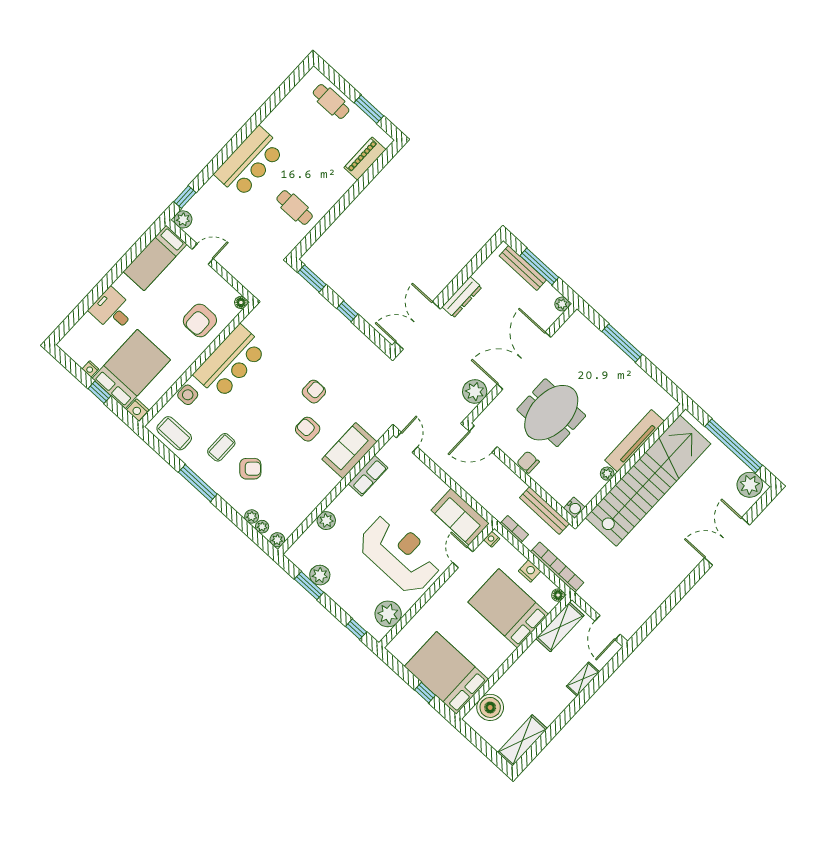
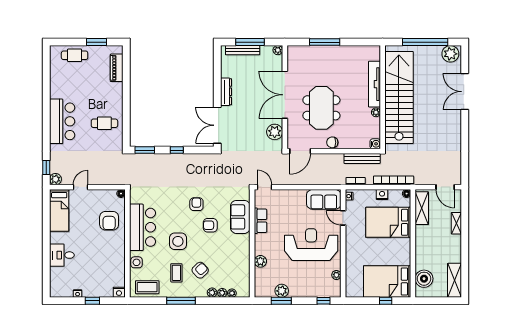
bed: (131, 369) -> (98, 275), removed
side table: (255, 414) -> (178, 241), added
plant: (277, 540) -> (212, 293), moved
plant: (388, 614) -> (336, 275), width x0.53, depth x0.53

